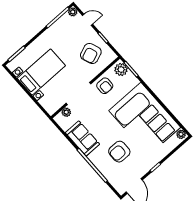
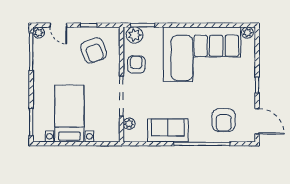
door: (87, 20) -> (58, 25), swing flipped
armchair: (105, 86) -> (136, 64), turned -90
armchair: (119, 152) -> (224, 120), moved

